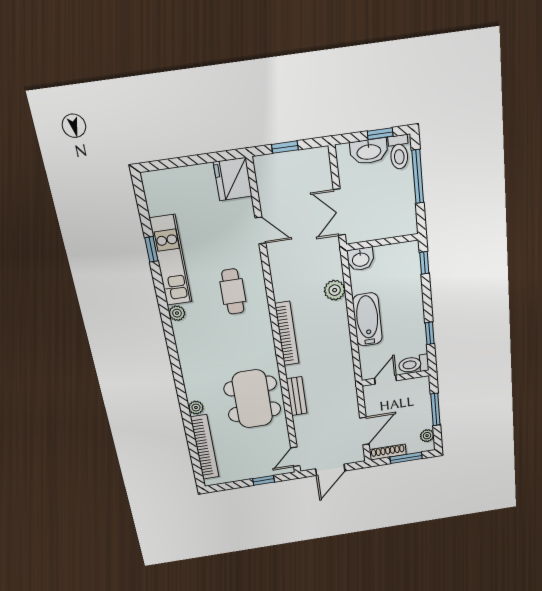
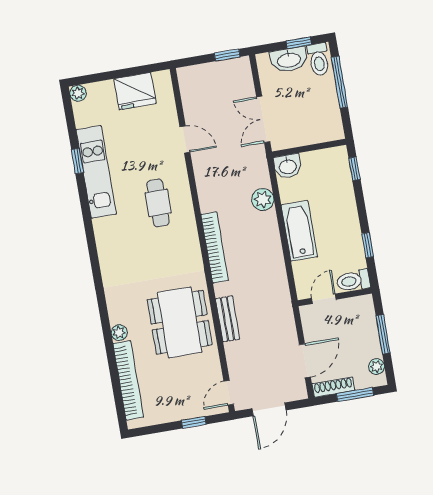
window: (285, 147) -> (227, 55), moved
fridge: (233, 179) -> (135, 91), moved, turned -90
plant: (177, 313) -> (78, 93), moved

